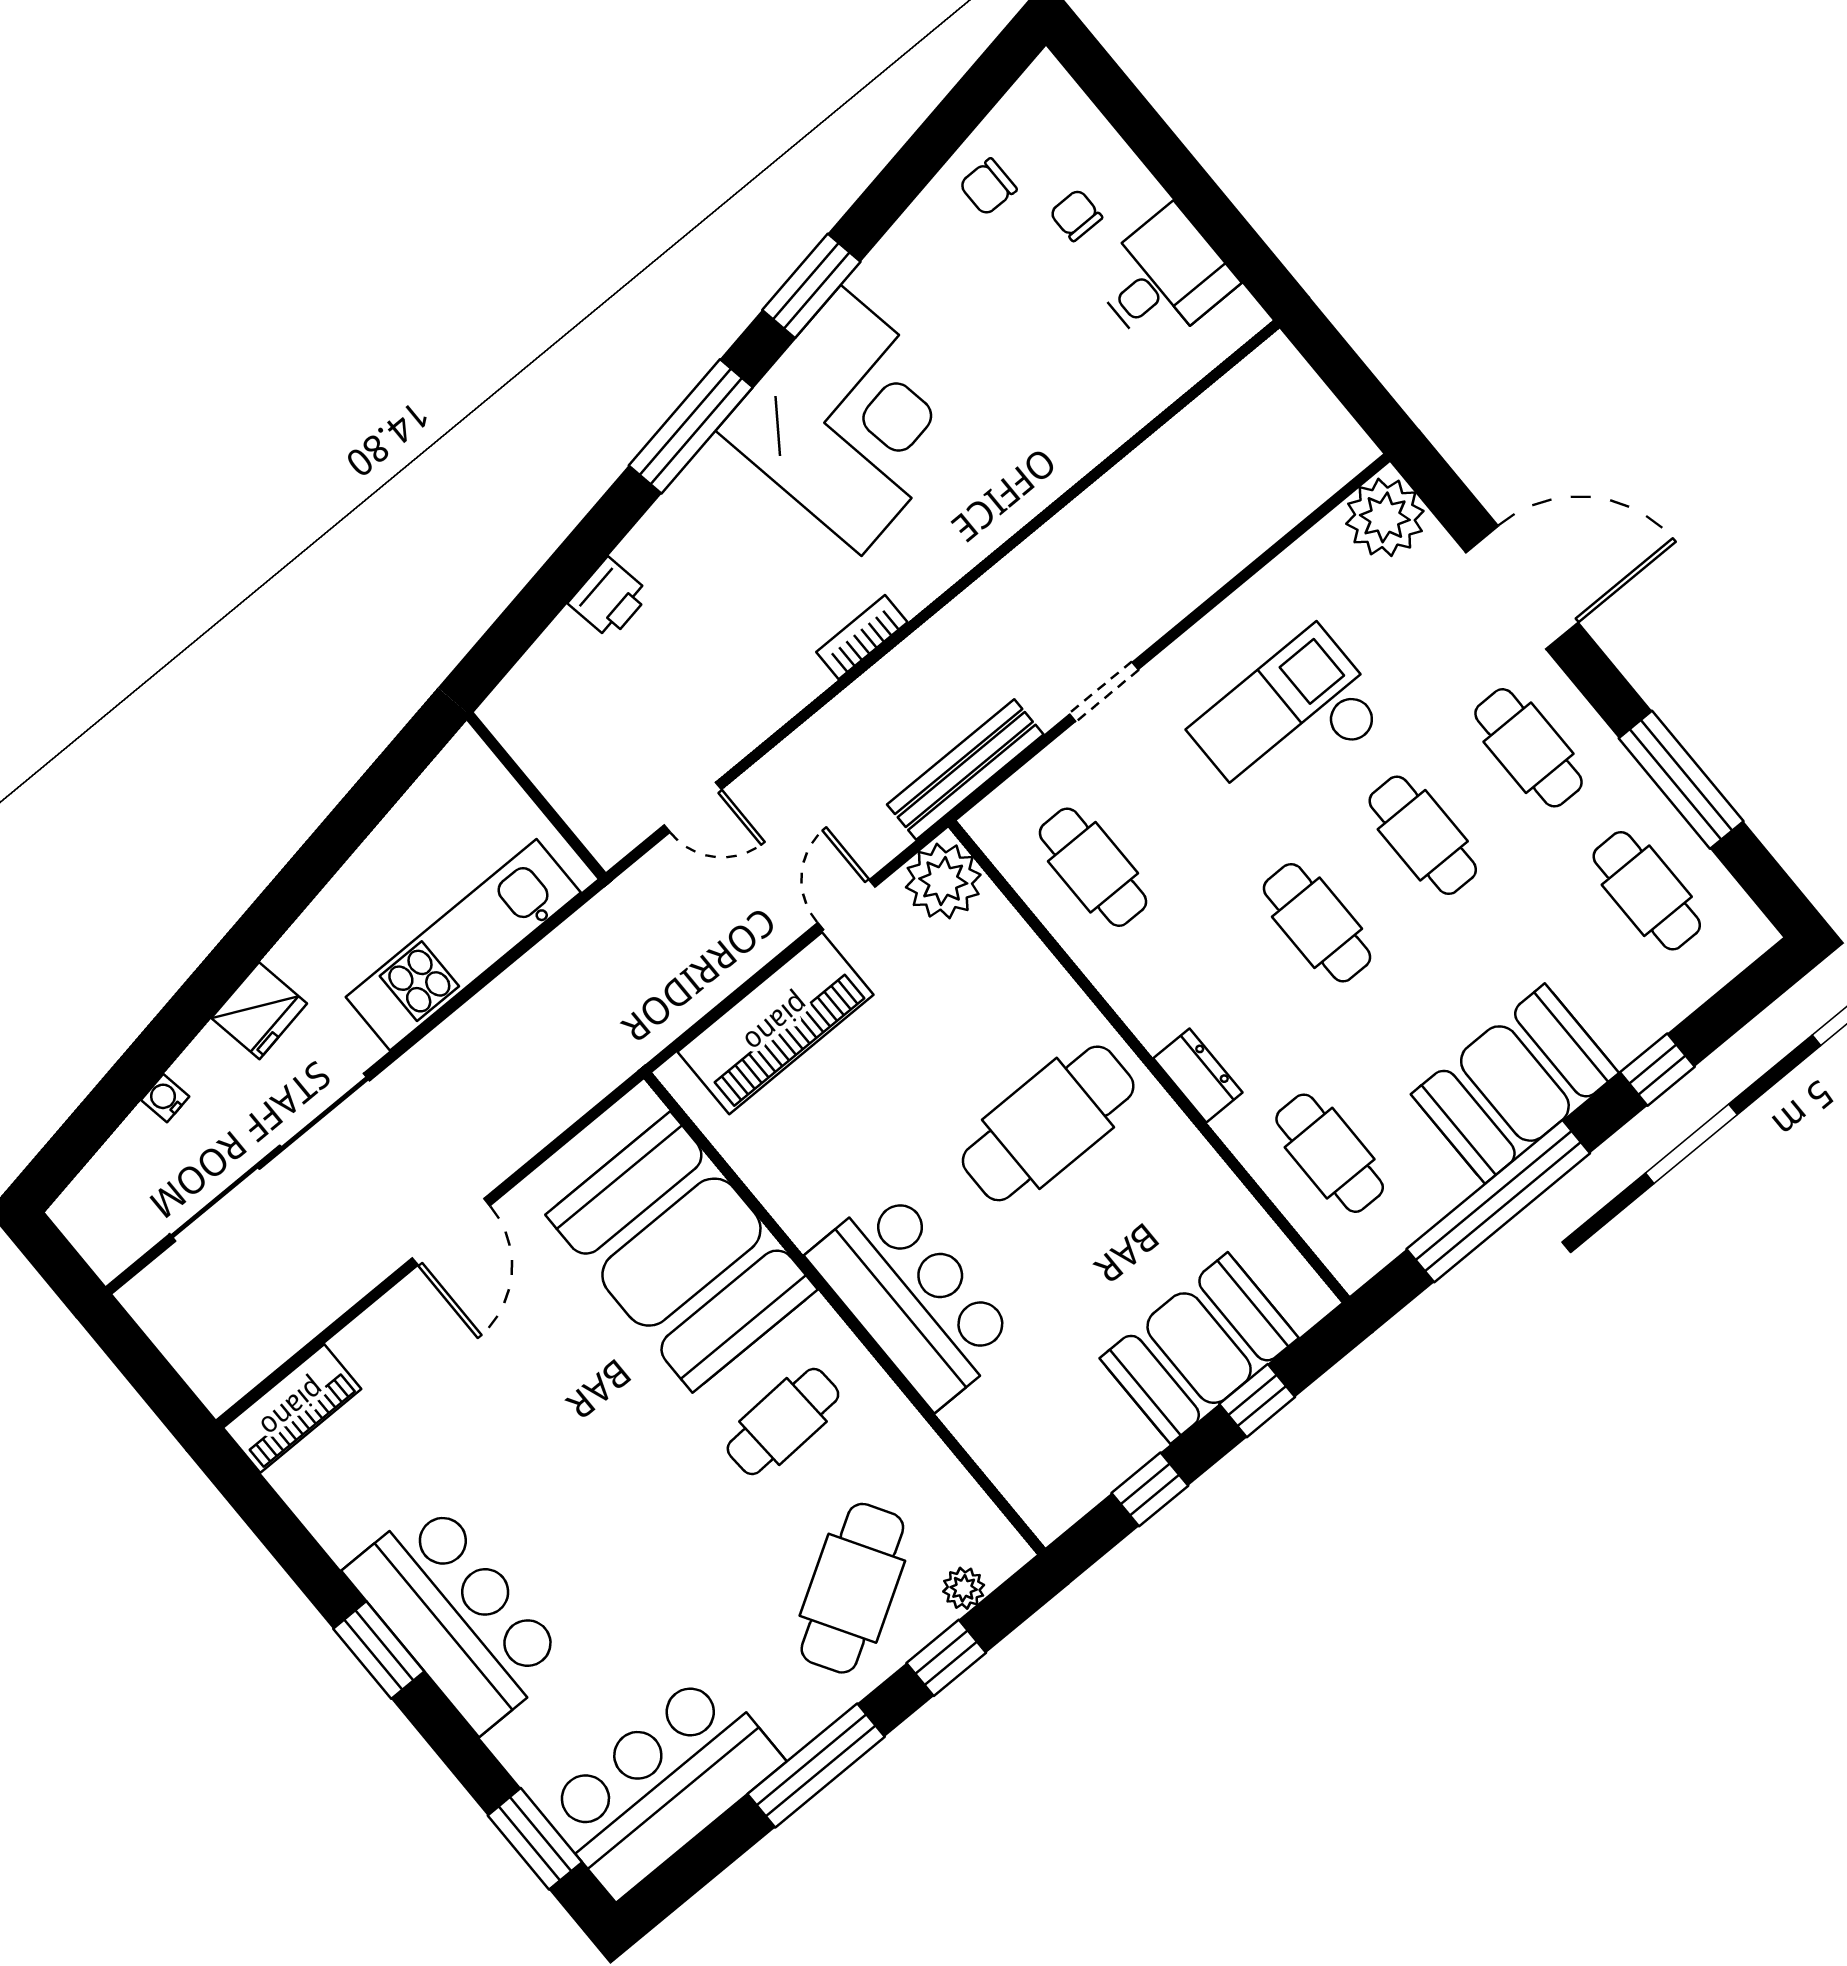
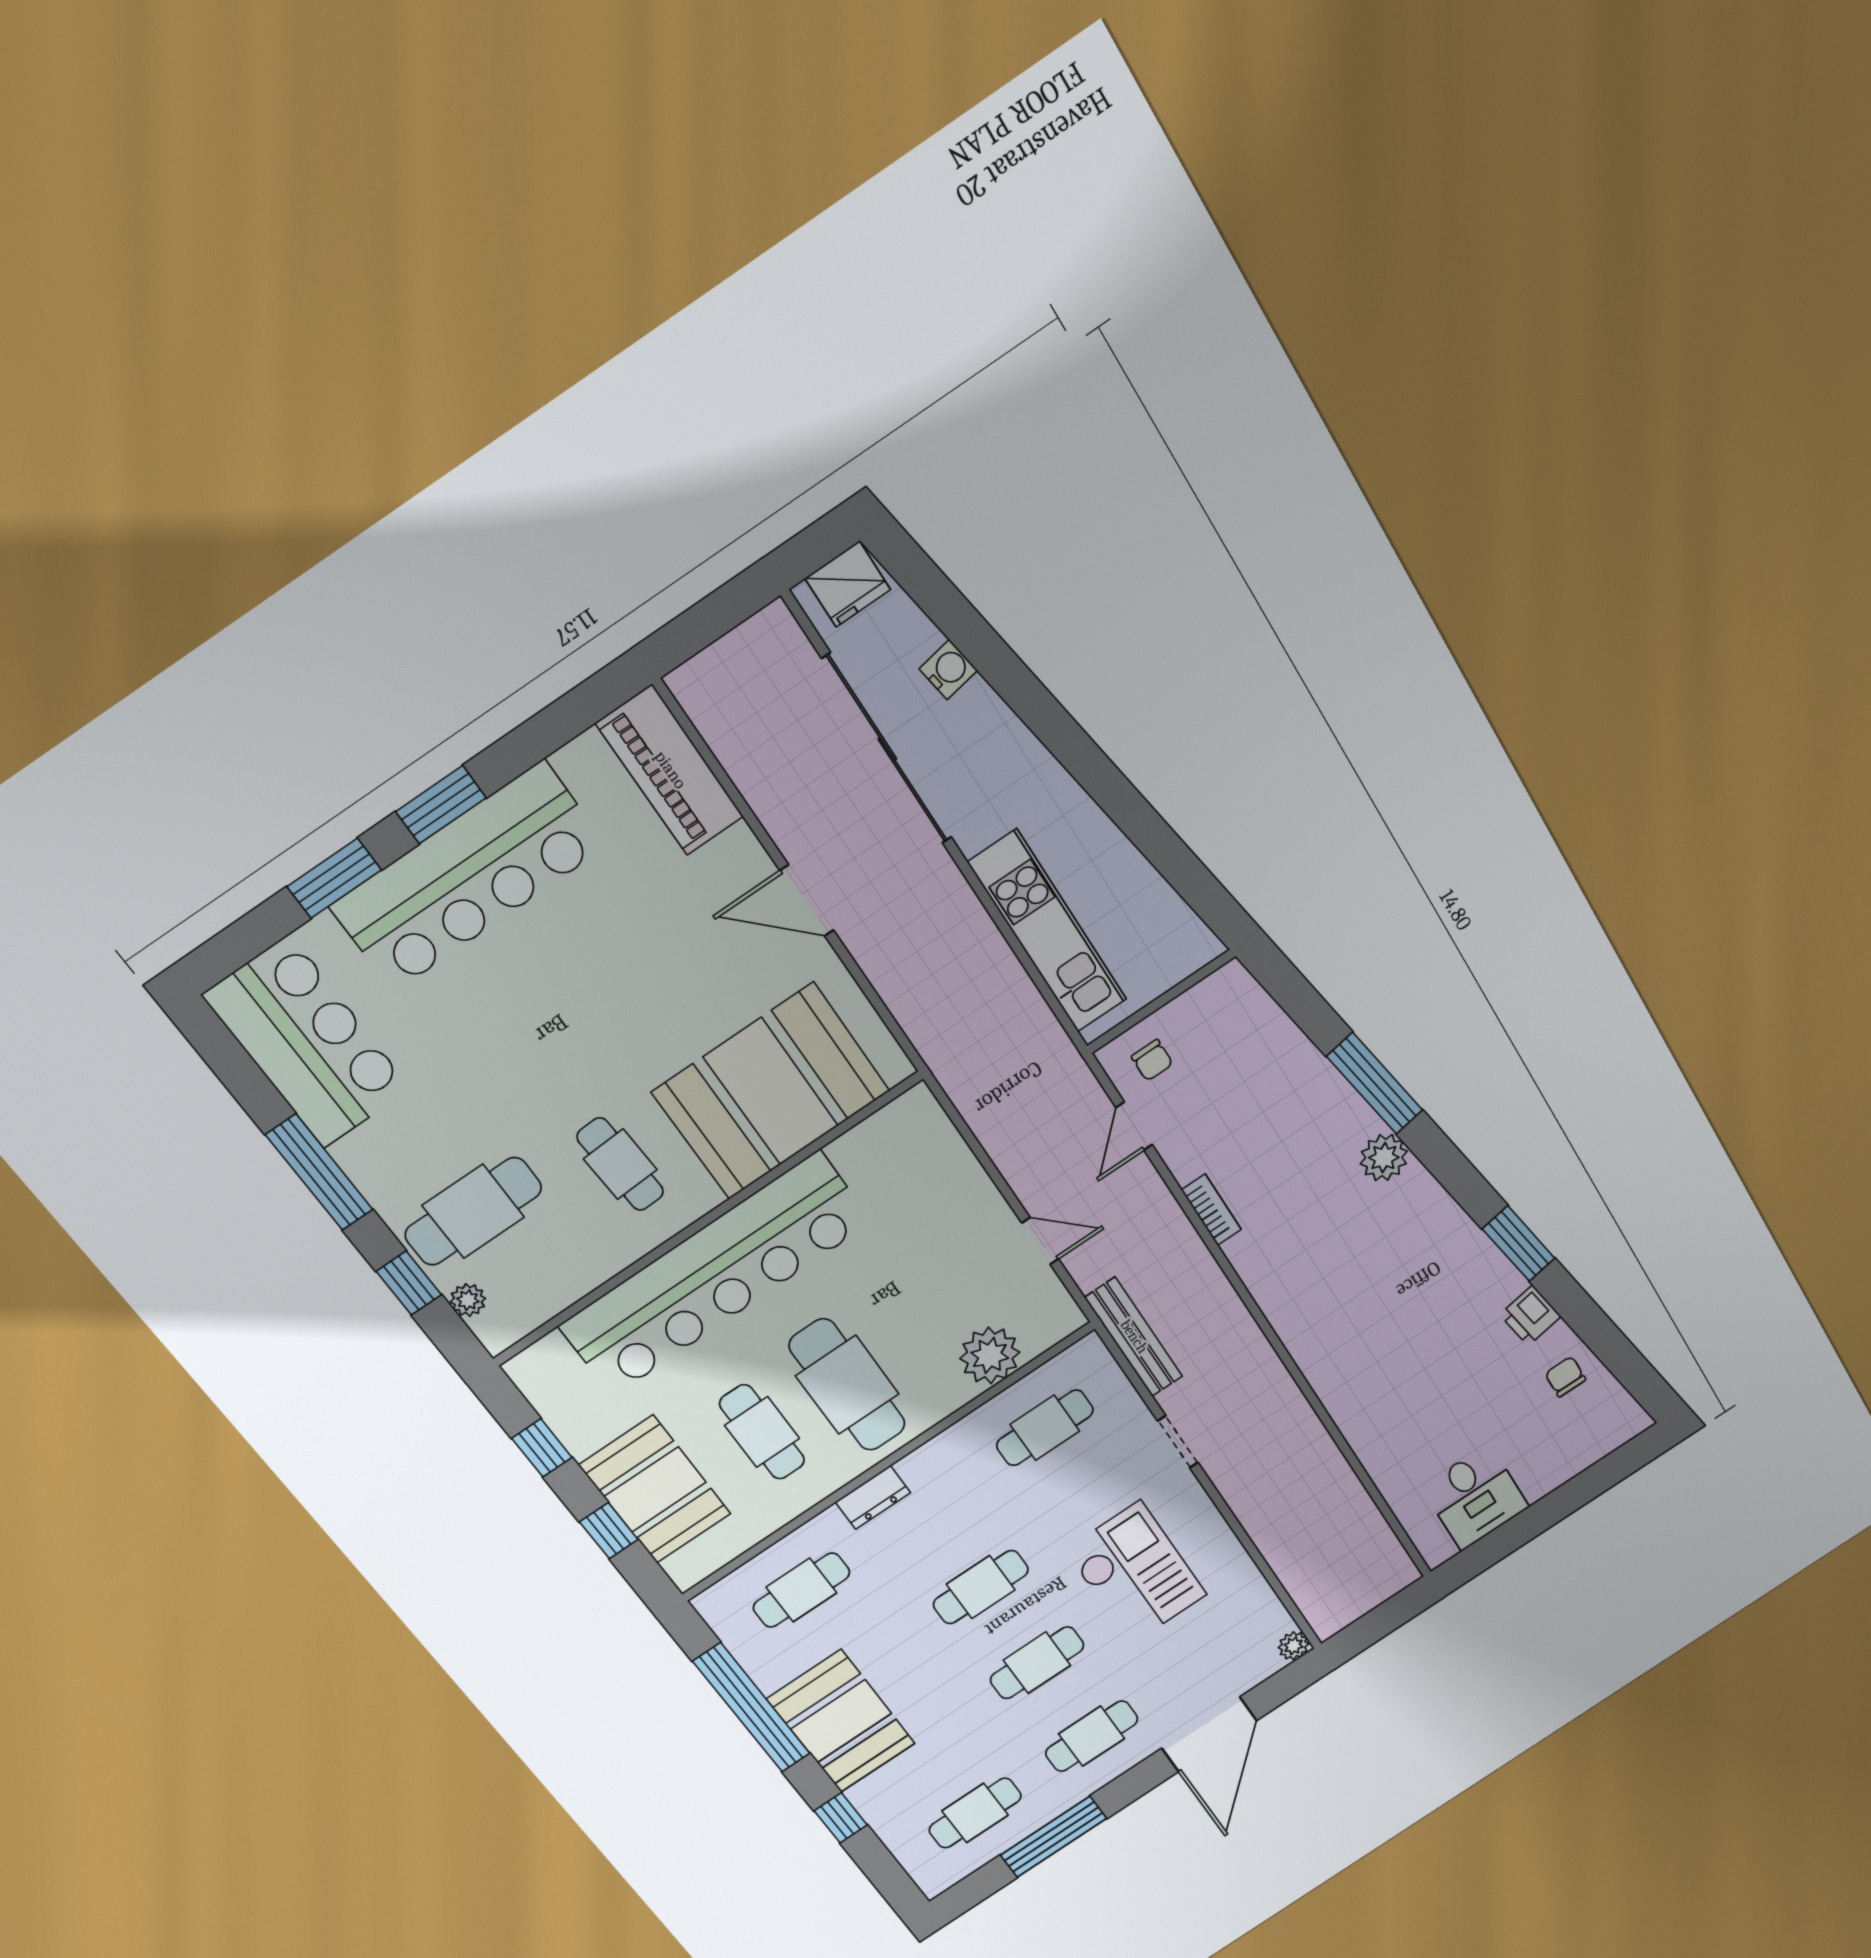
chair: (1076, 215) -> (1152, 1060), moved, turned 90
corner desk: (851, 420) -> (1413, 1267), removed
window: (691, 426) -> (1375, 1083), moved
plant: (711, 484) -> (1384, 1158), added
plant: (1385, 517) -> (1294, 1646), width x0.53, depth x0.53
printer: (609, 598) -> (1530, 1316), moved
bookcase: (862, 637) -> (1211, 1210), moved
plant: (943, 881) -> (990, 1355), moved
fridge: (259, 1011) -> (848, 584), moved, turned -80
piano: (776, 1023) -> (952, 1180), removed
water cooler: (165, 1098) -> (948, 670), width x1.38, depth x1.38
cafe table: (1116, 1223) -> (762, 1432), added
bar counter: (913, 1298) -> (715, 1274), width x1.86
piano: (292, 1408) -> (670, 770), width x1.37, depth x1.33
cafe table: (852, 1588) -> (473, 1211), turned -59
bar counter: (456, 1616) -> (468, 876), width x1.36
window: (535, 1839) -> (334, 878), moved

